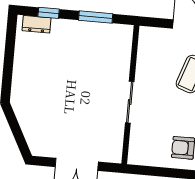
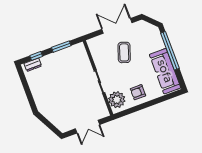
plant: (144, 144) -> (117, 100), added

